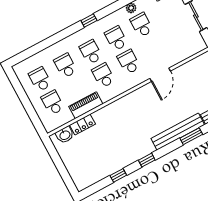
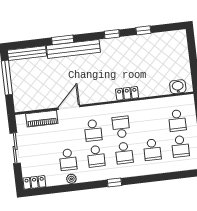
school desk: (103, 75) -> (121, 127), turned 180
piano: (86, 105) -> (42, 119), moved
locker: (82, 124) -> (127, 93), moved

